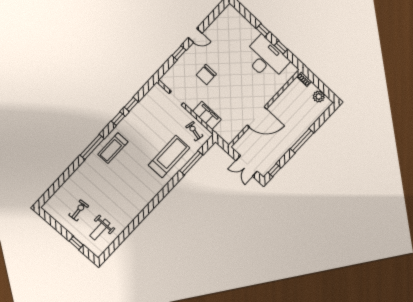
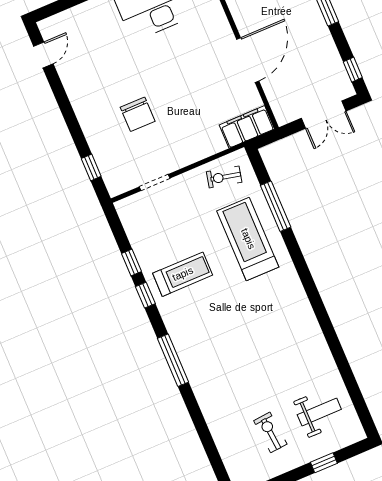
door: (195, 35) -> (43, 55), moved
window: (179, 53) -> (91, 167), moved
filing cabinet: (207, 115) -> (247, 127), moved
treadmill: (113, 148) -> (183, 274), moved, turned -90
weight bench: (100, 230) -> (319, 412), turned -90

